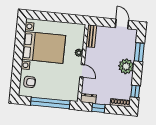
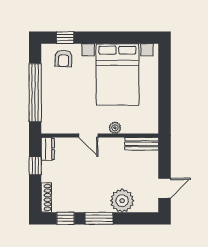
window: (139, 52) -> (99, 218), moved
plant: (126, 66) -> (122, 201), moved
door: (82, 71) -> (88, 136), hinge flipped
window: (16, 80) -> (65, 38), added

